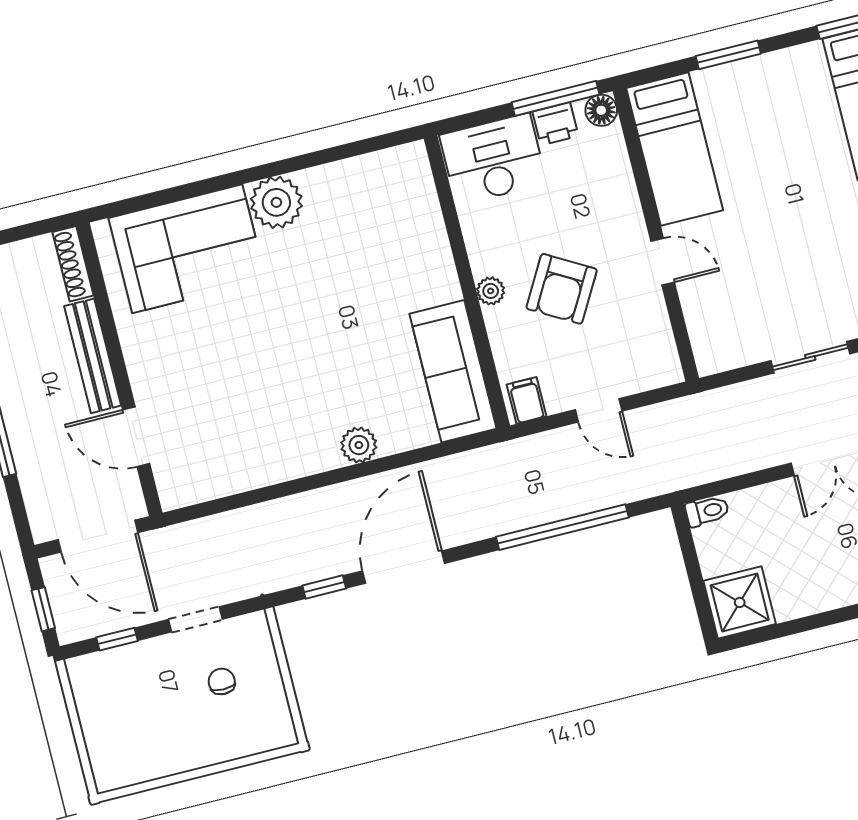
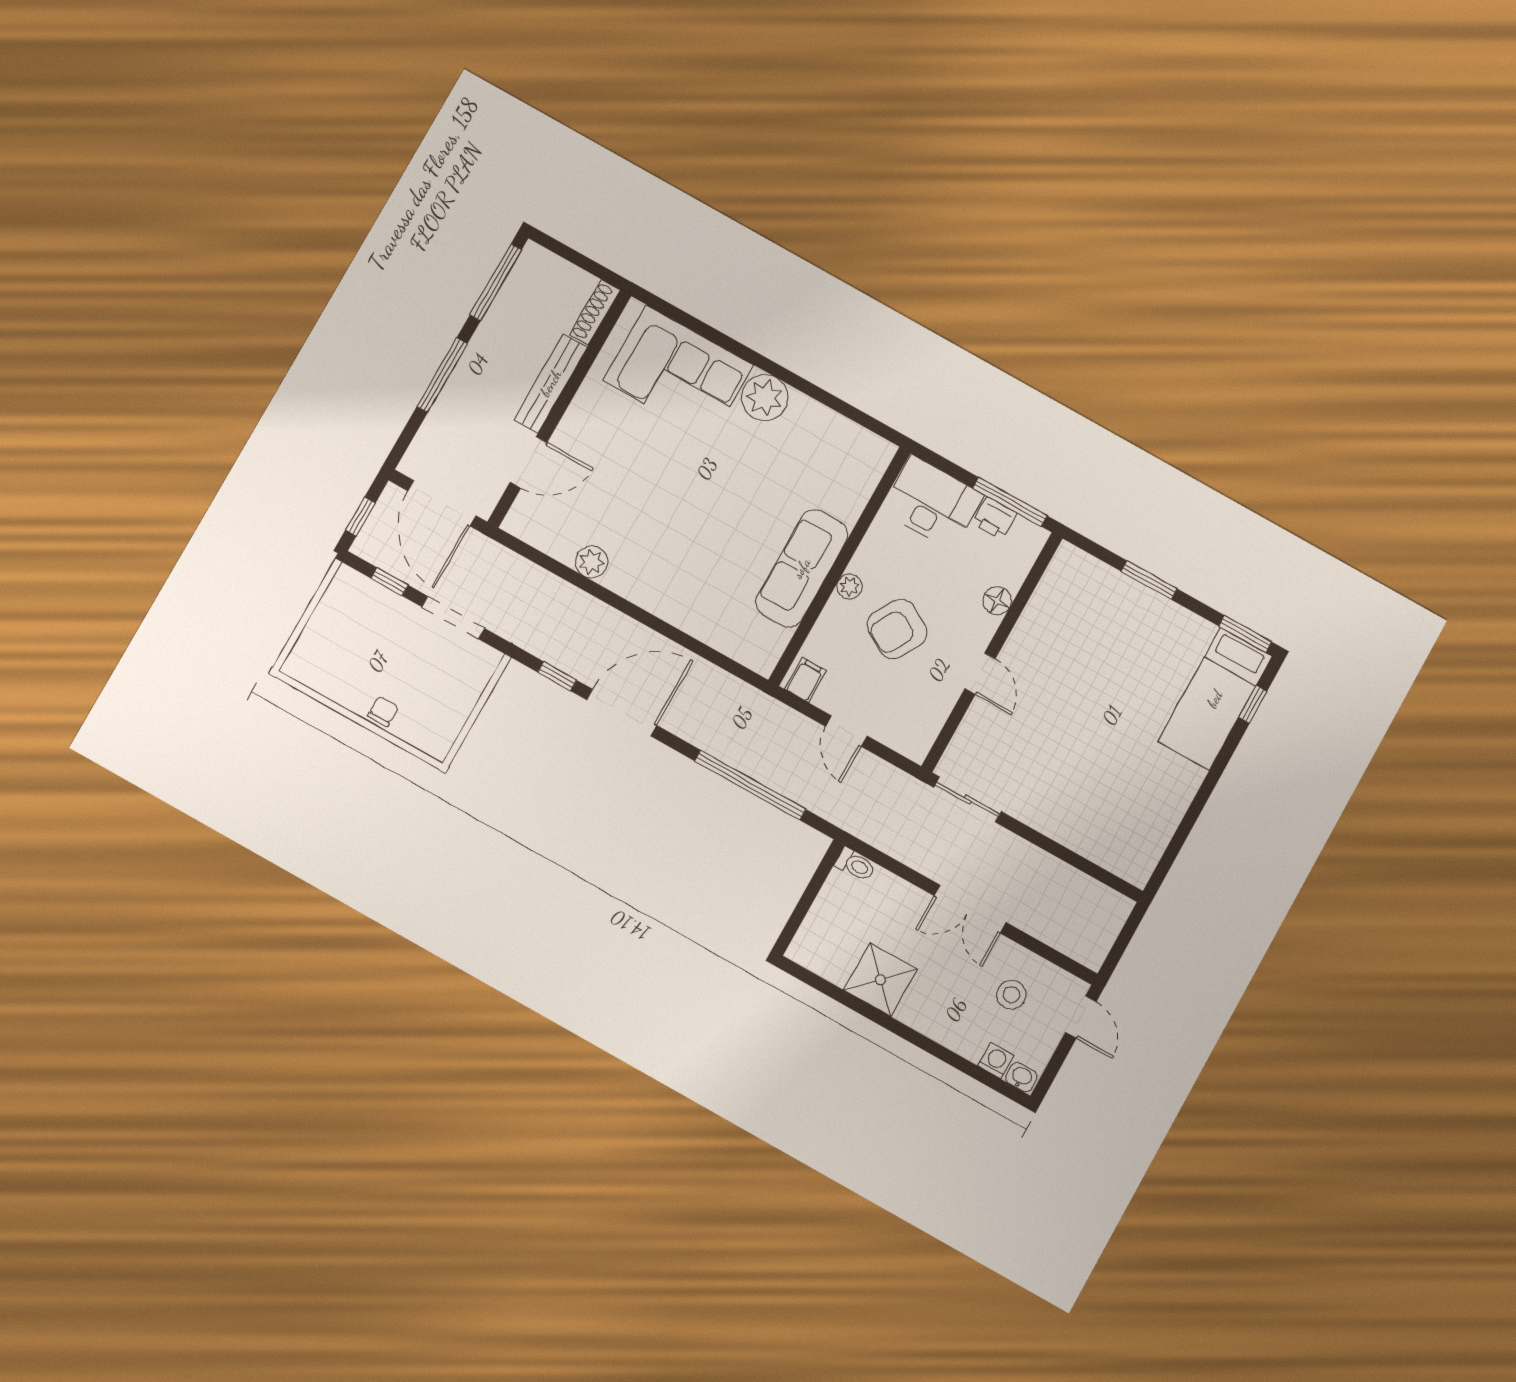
floor lamp: (601, 110) -> (997, 601), moved
bed: (675, 149) -> (1057, 608), removed
sliding door: (810, 357) -> (968, 799), moved
sofa: (453, 371) -> (802, 568), moved
door: (136, 437) -> (529, 462), swing flipped
plant: (359, 445) -> (591, 562), moved
shower: (740, 602) -> (880, 980), moved
doorway: (196, 619) -> (453, 618), width x1.38
chair: (222, 681) -> (383, 711), moved

